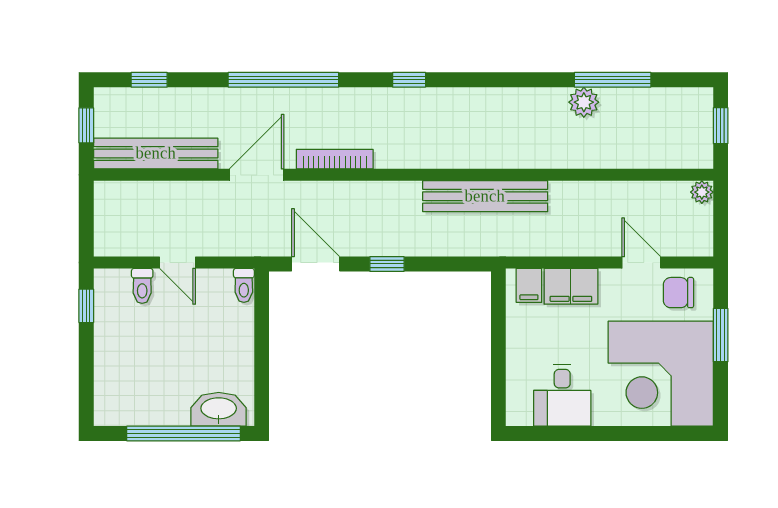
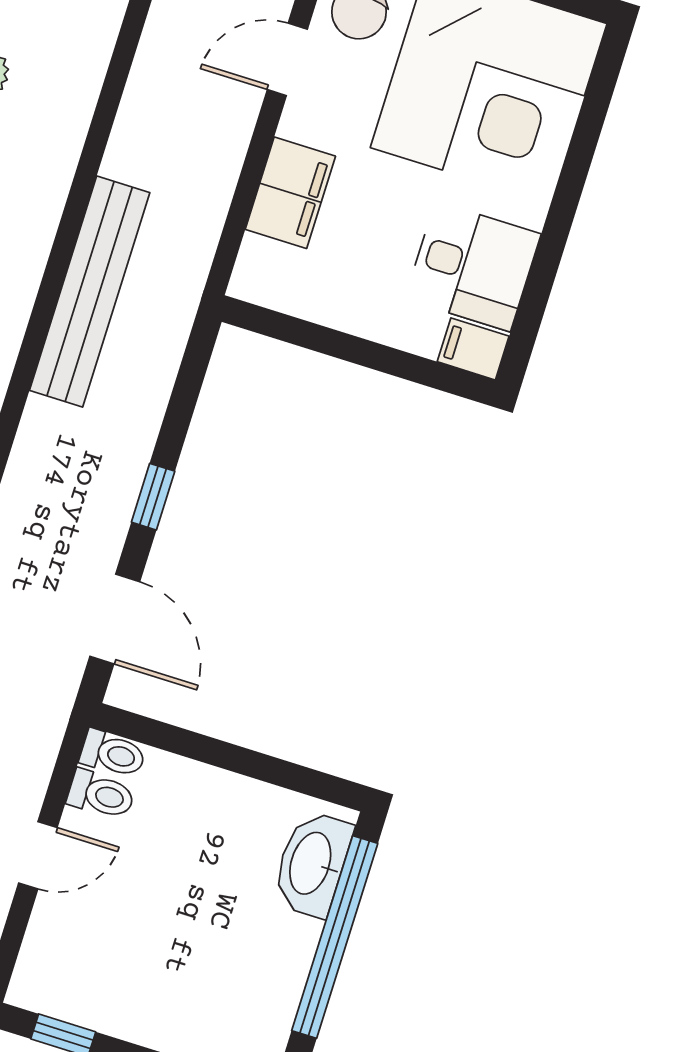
door: (316, 264) -> (115, 619), swing flipped
filing cabinet: (529, 285) -> (473, 349), moved, turned 180
toilet: (142, 286) -> (101, 795), moved

